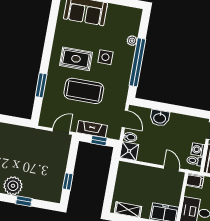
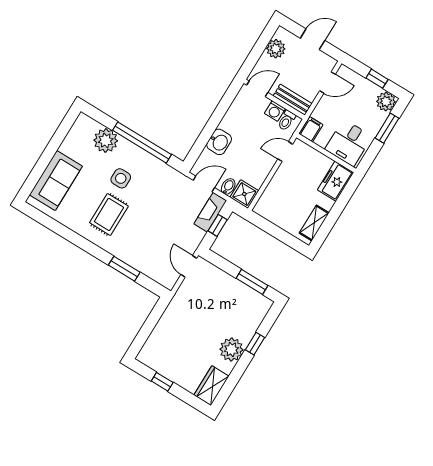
plant: (132, 41) -> (106, 141), width x1.88, depth x1.88
coffee table: (84, 91) -> (151, 220), removed
fireplace: (92, 129) -> (210, 212), moved
window: (68, 181) -> (252, 282), width x1.50

